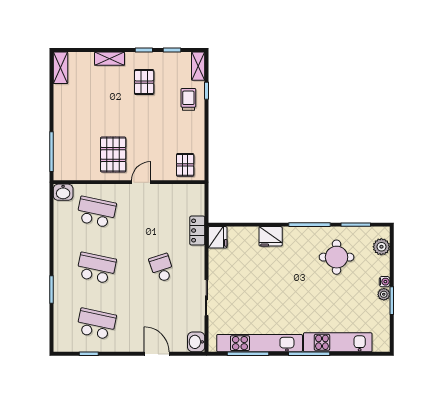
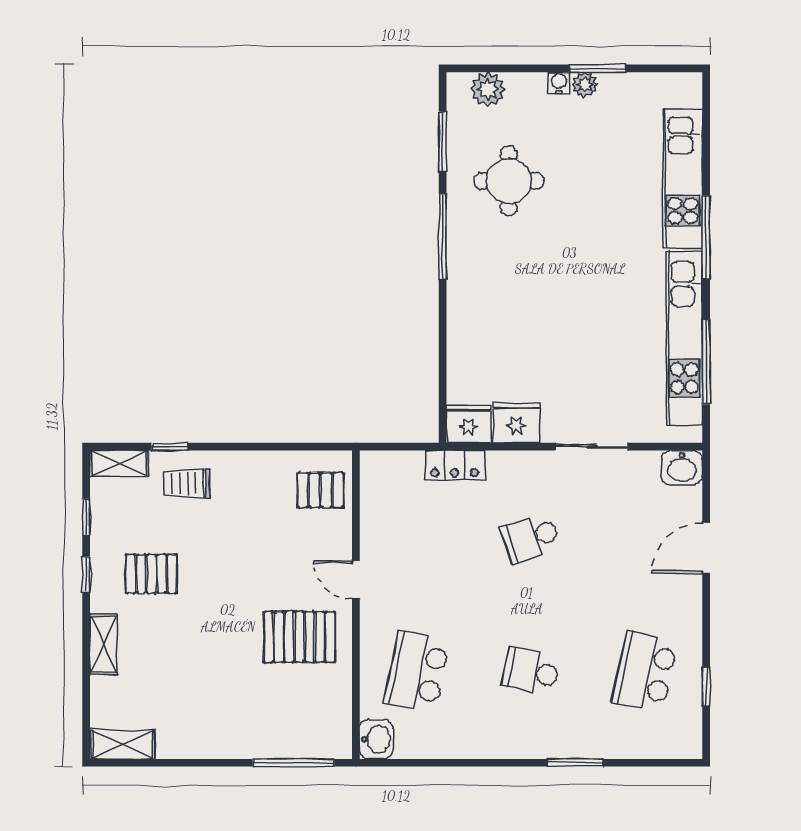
fridge: (271, 236) -> (516, 423), moved, turned -90
school desk: (96, 268) -> (531, 671), width x0.54

